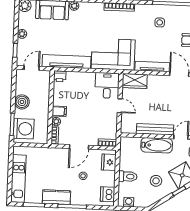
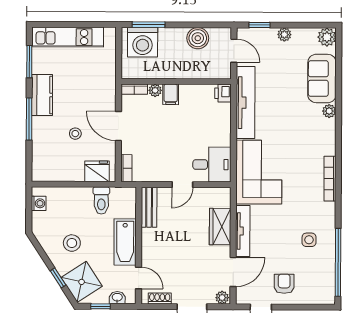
wardrobe: (135, 81) -> (220, 227), moved
boiler: (22, 102) -> (198, 38), moved
bench: (155, 129) -> (149, 207), moved, width x0.73
toilet: (128, 176) -> (101, 201), moved
dishwasher: (108, 194) -> (49, 171), removed

